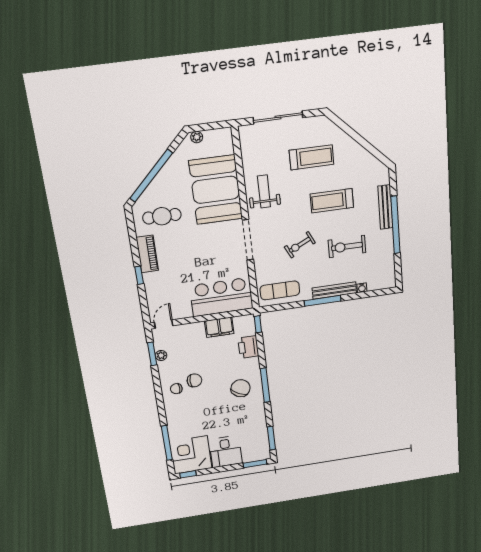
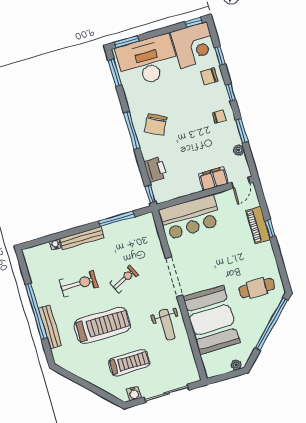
water cooler: (313, 123) -> (134, 393), added
treadmill: (312, 157) -> (129, 363), turned 180
treadmill: (332, 201) -> (102, 325), width x1.37, depth x1.38
piano: (147, 254) -> (258, 225), moved
exercise mat: (280, 290) -> (135, 231), removed
window: (323, 301) -> (117, 219), moved
filing cabinet: (219, 327) -> (213, 179), moved
window: (152, 354) -> (242, 131), moved
chair: (194, 380) -> (209, 76), moved
window: (161, 409) -> (231, 93), added
window: (167, 443) -> (220, 56), width x0.46
desk: (226, 452) -> (148, 61), width x1.87, depth x1.30

